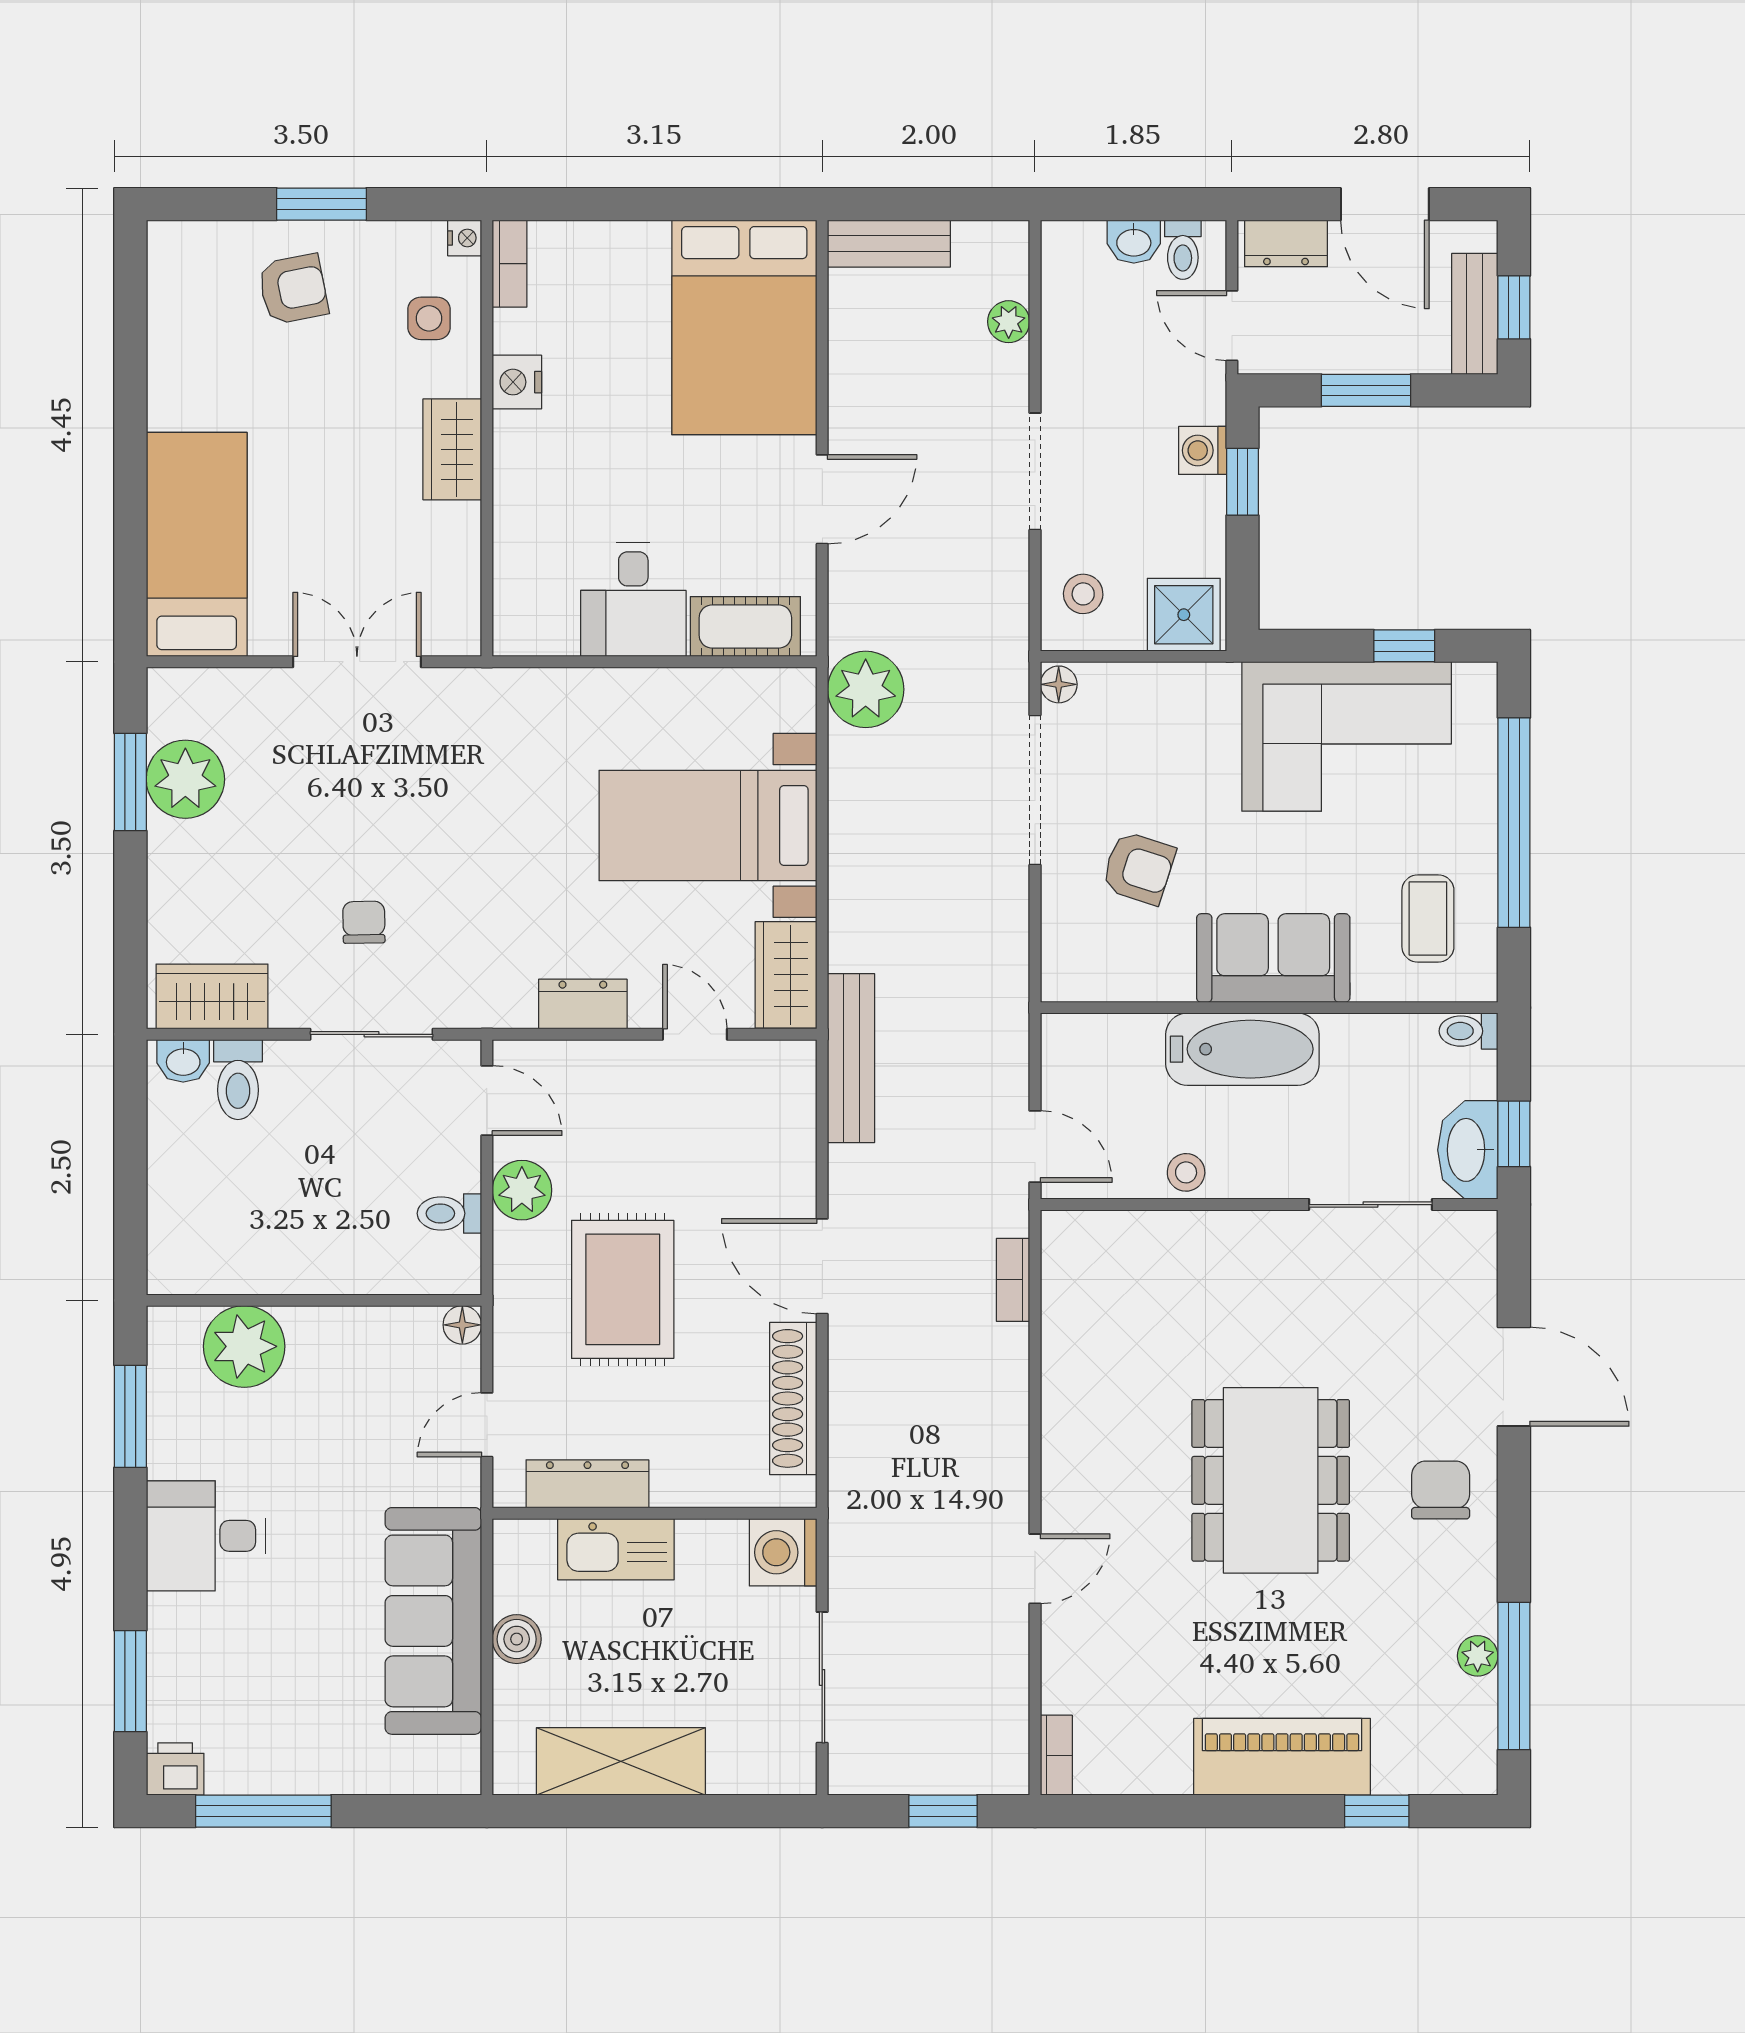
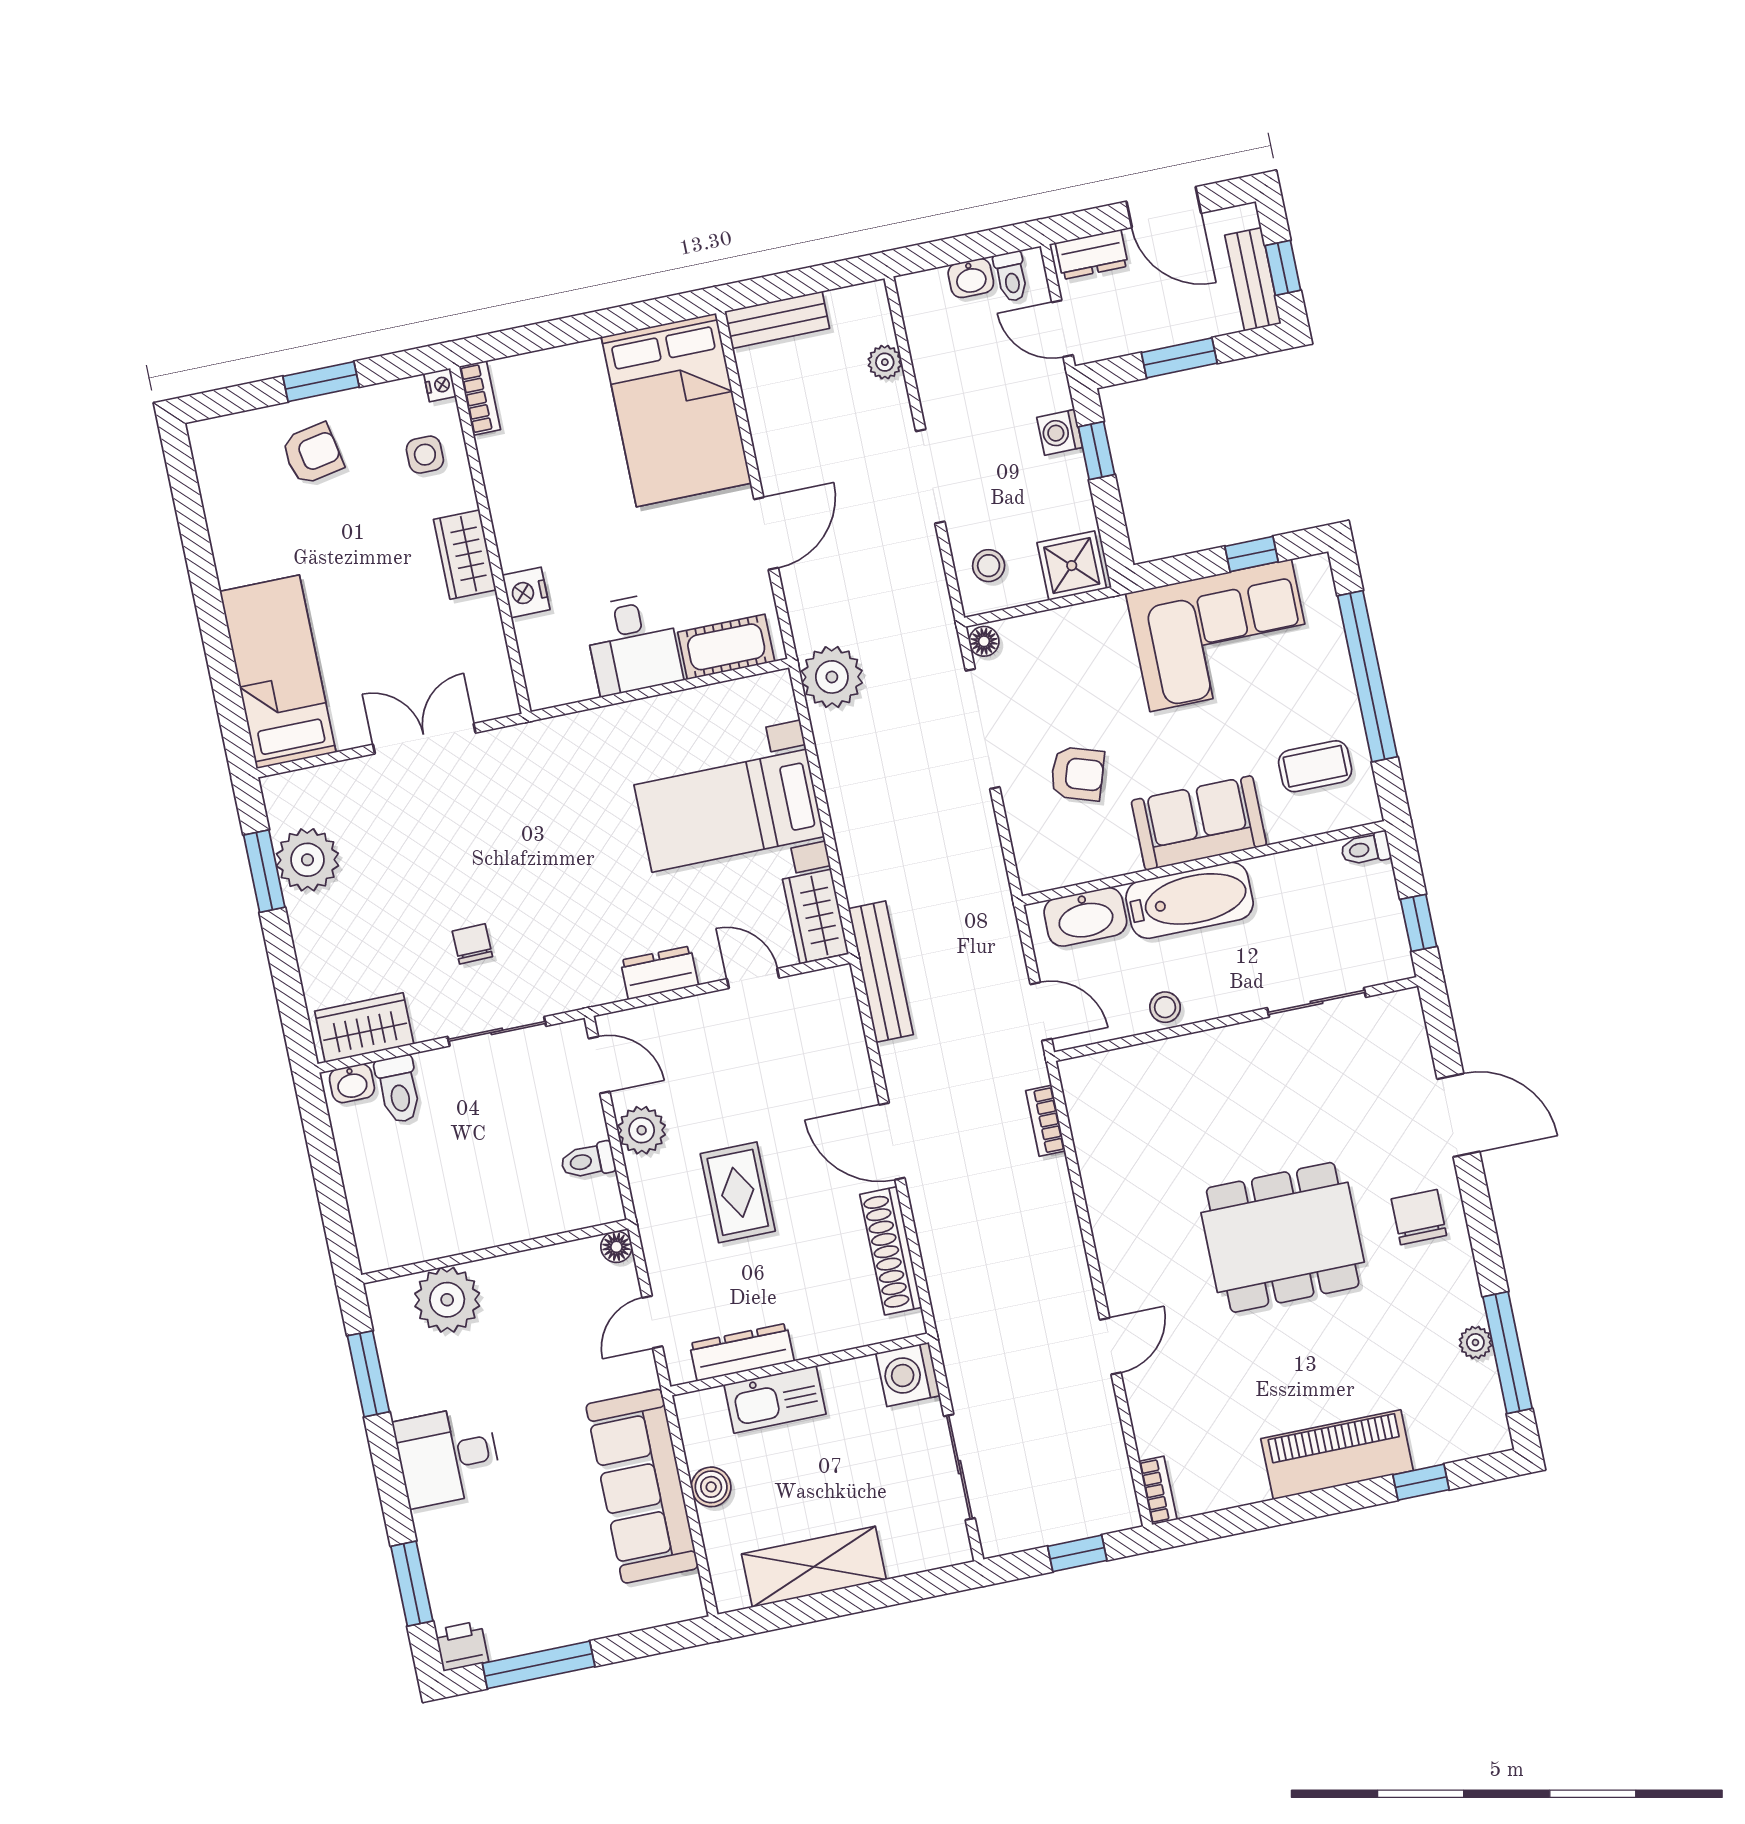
nightstand: (517, 382) -> (526, 592), moved
coffee table: (1428, 919) -> (1315, 766), turned 90
washbasin: (1468, 1150) -> (1085, 917), moved, turned -90
rug: (623, 1289) -> (738, 1192), width x0.73, depth x0.70
dining table: (1271, 1480) -> (1283, 1237), turned 90

